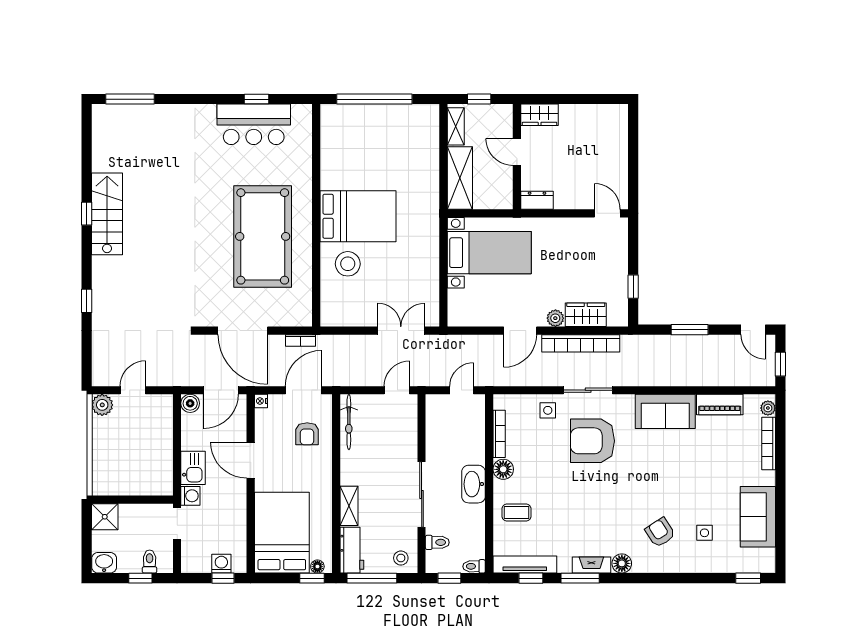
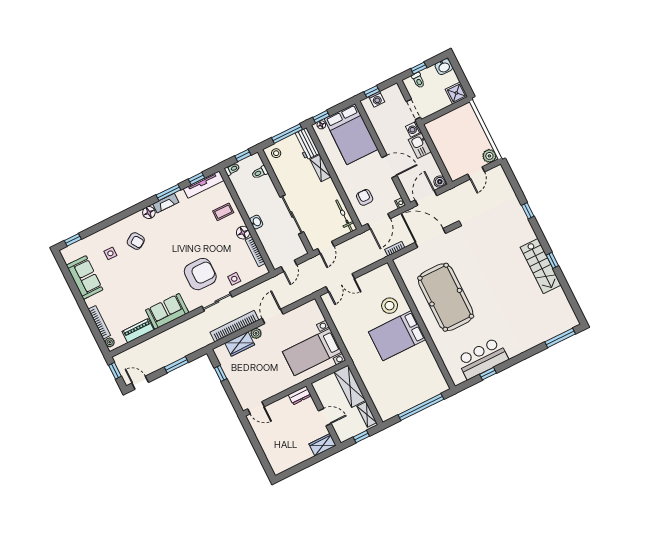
washbasin: (473, 484) -> (256, 222), width x0.52, depth x0.69
sliding door: (422, 495) -> (292, 215), moved

